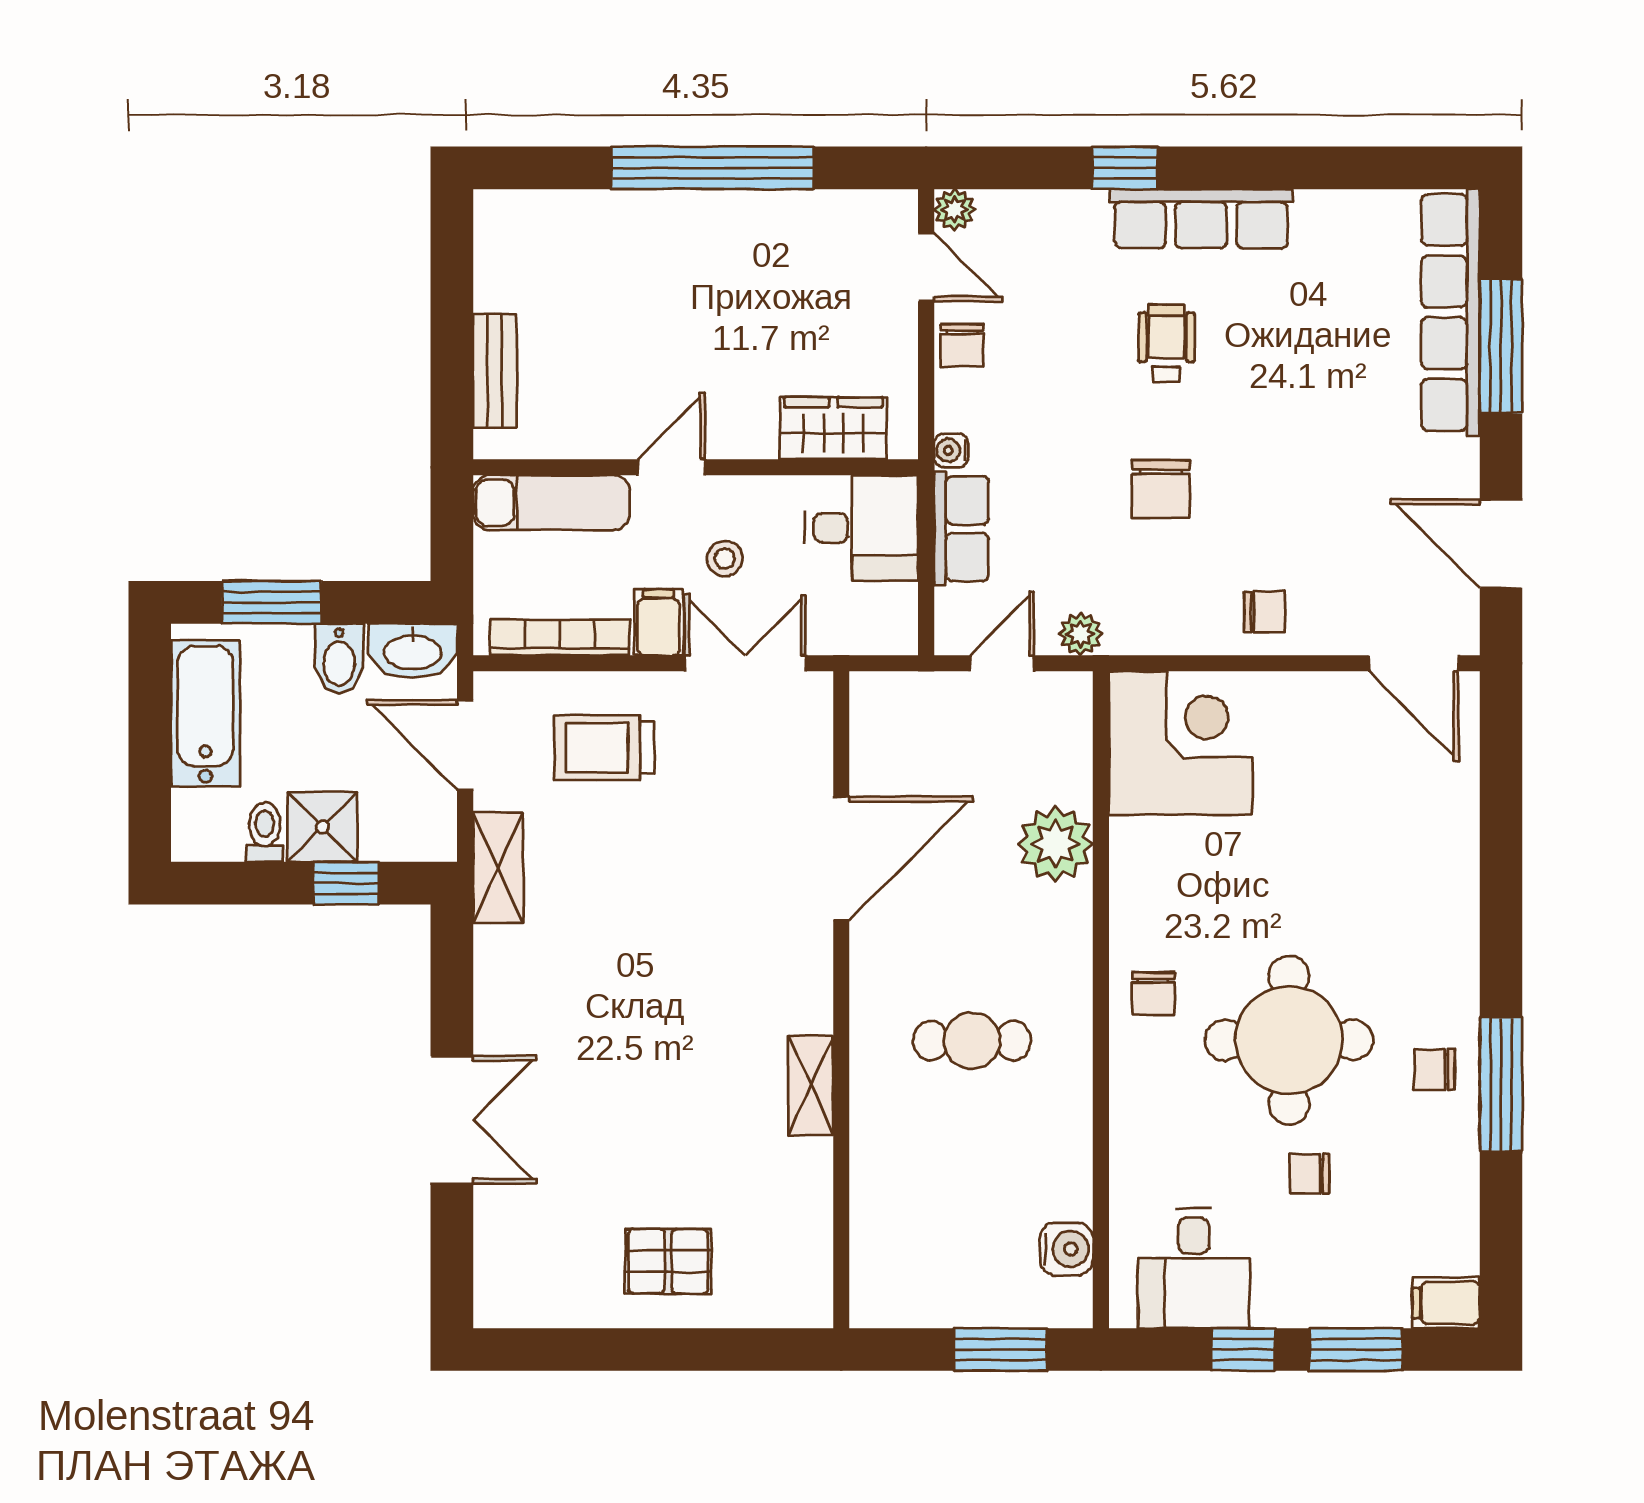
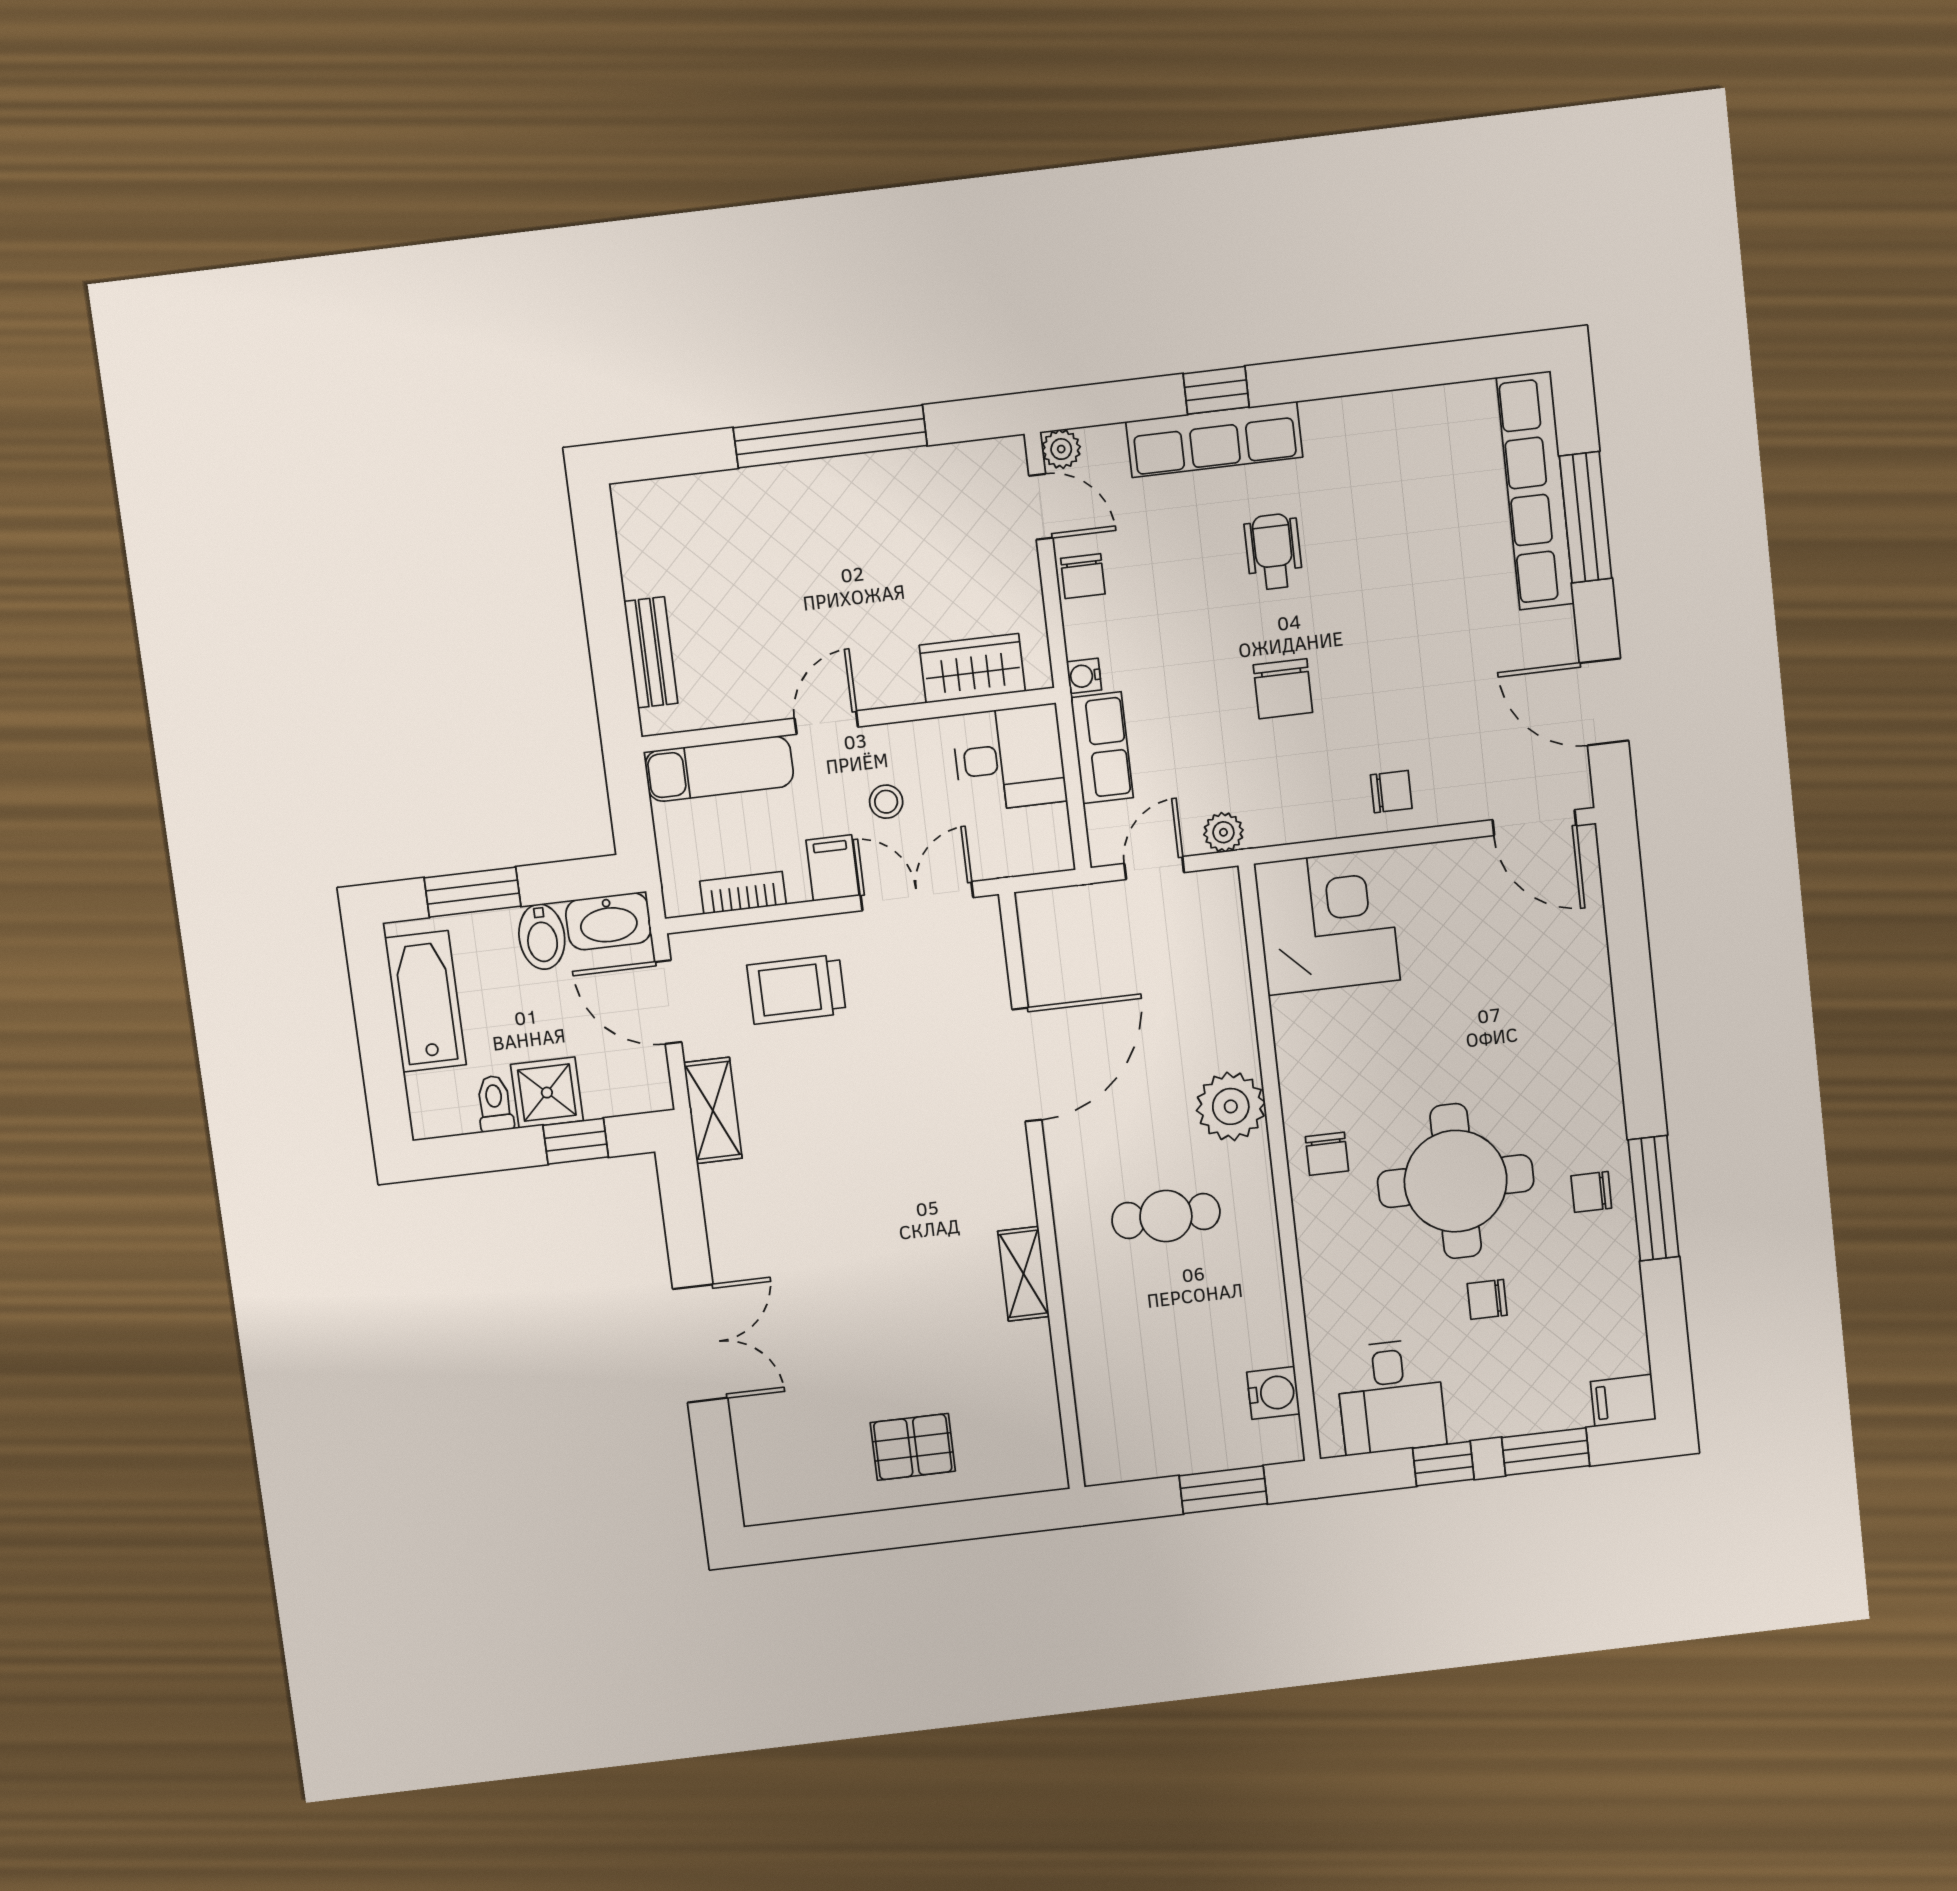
row of seats: (1201, 219) -> (1214, 439), moved
bookcase: (560, 637) -> (743, 893), width x0.64
plant: (1055, 844) -> (1231, 1106), moved

